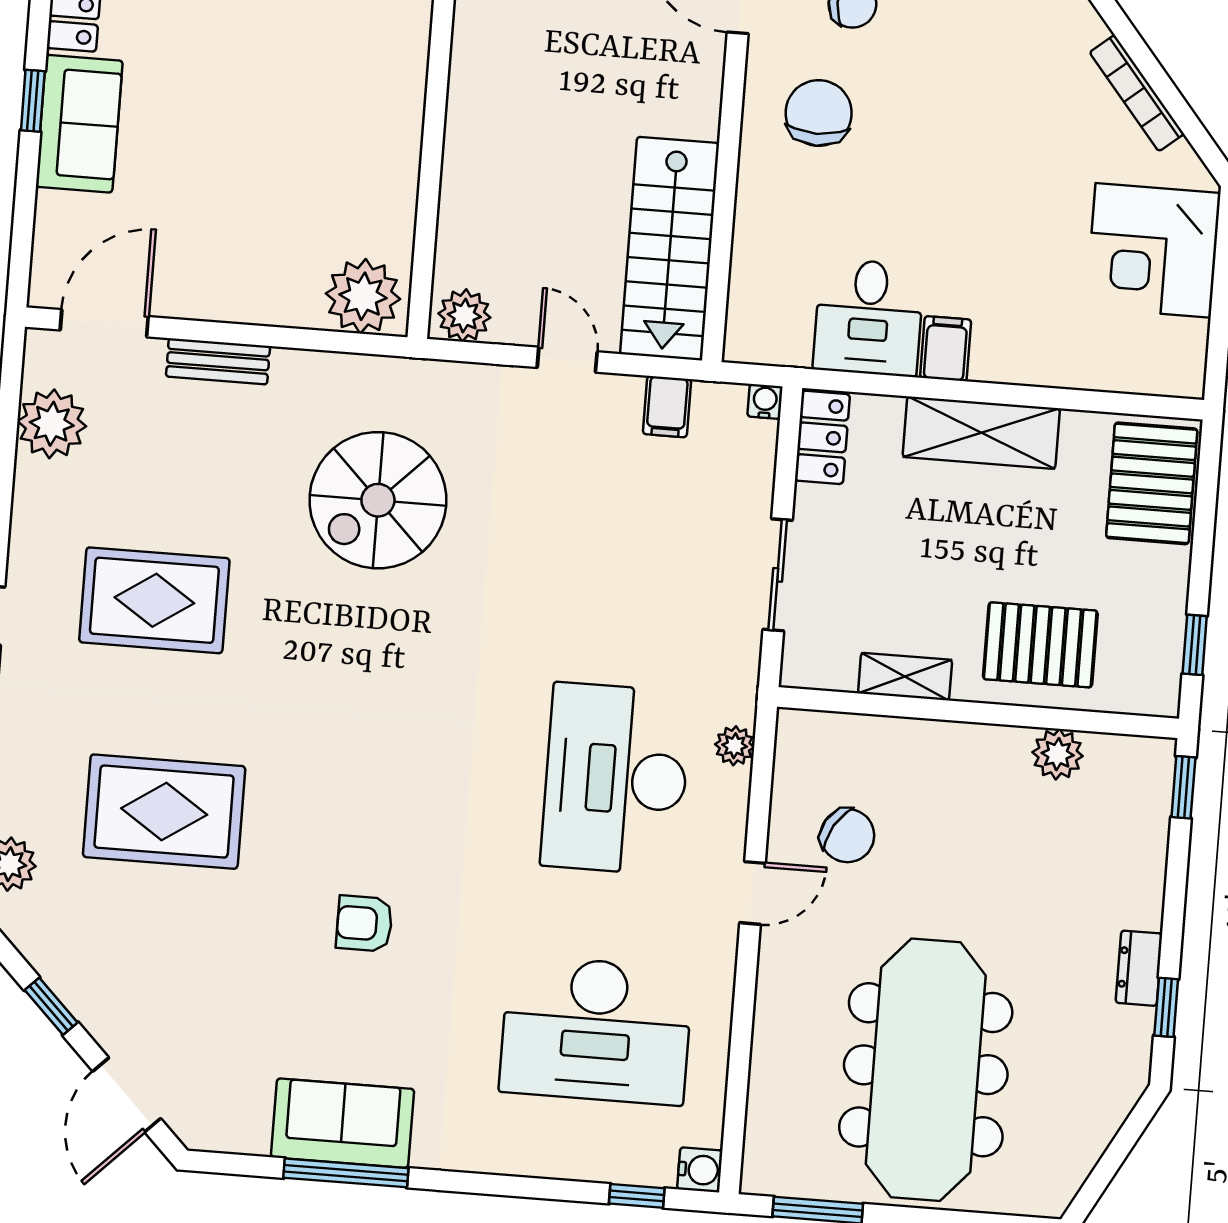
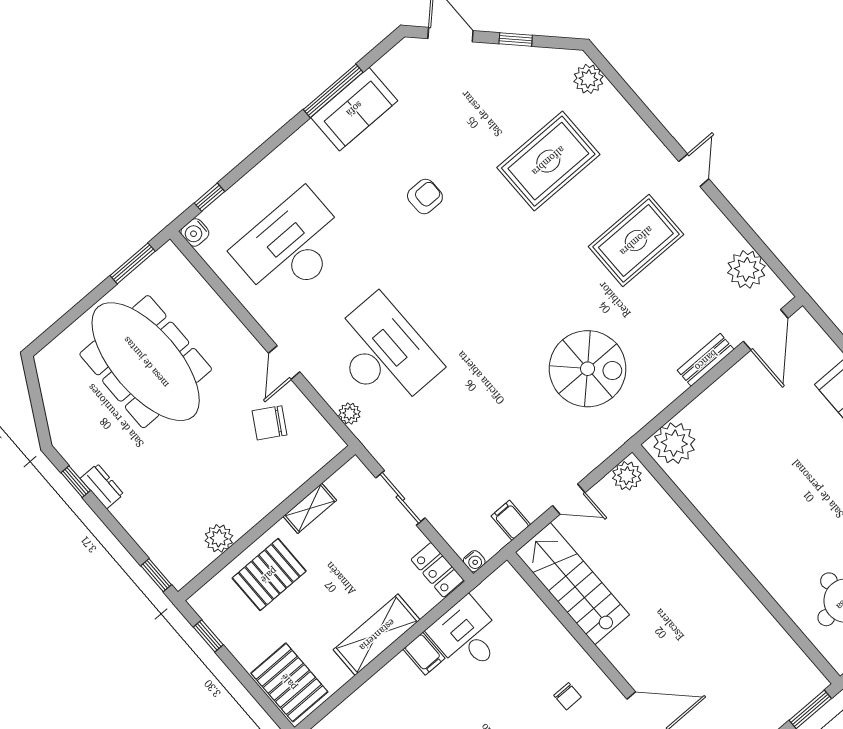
chair: (819, 113) -> (568, 696), width x0.54, depth x0.54
spiral stairs: (378, 500) -> (588, 369), turned 90

